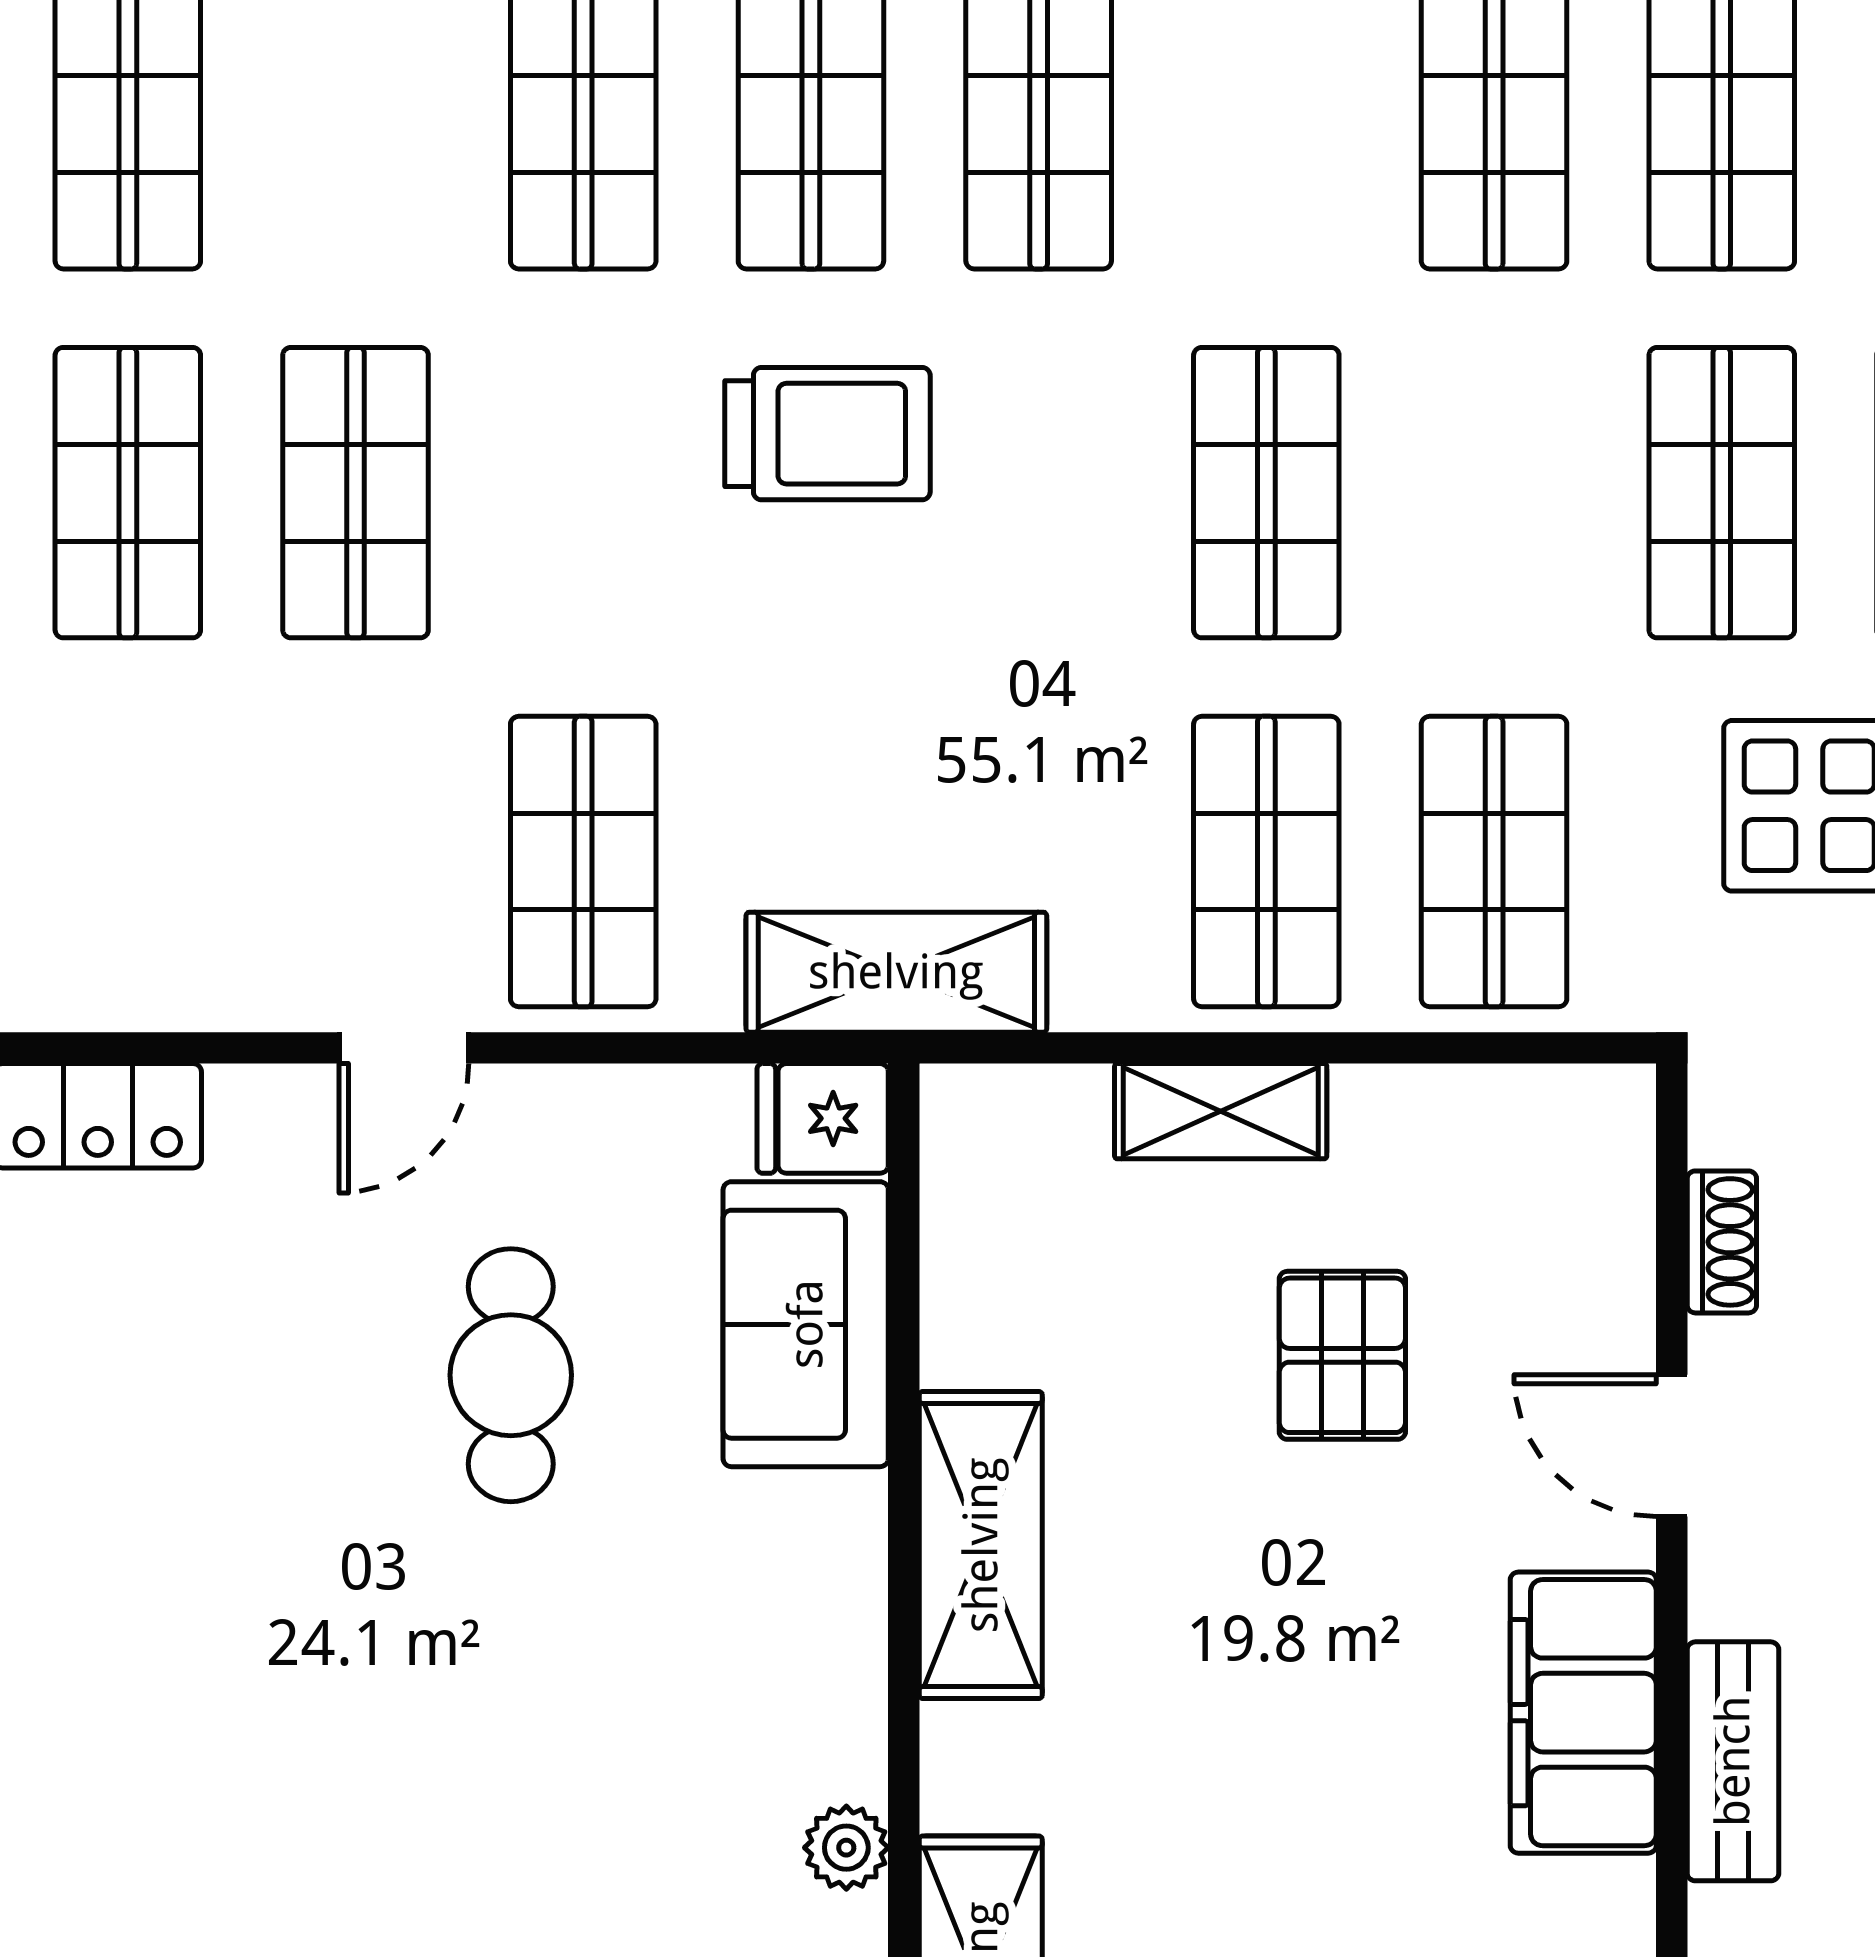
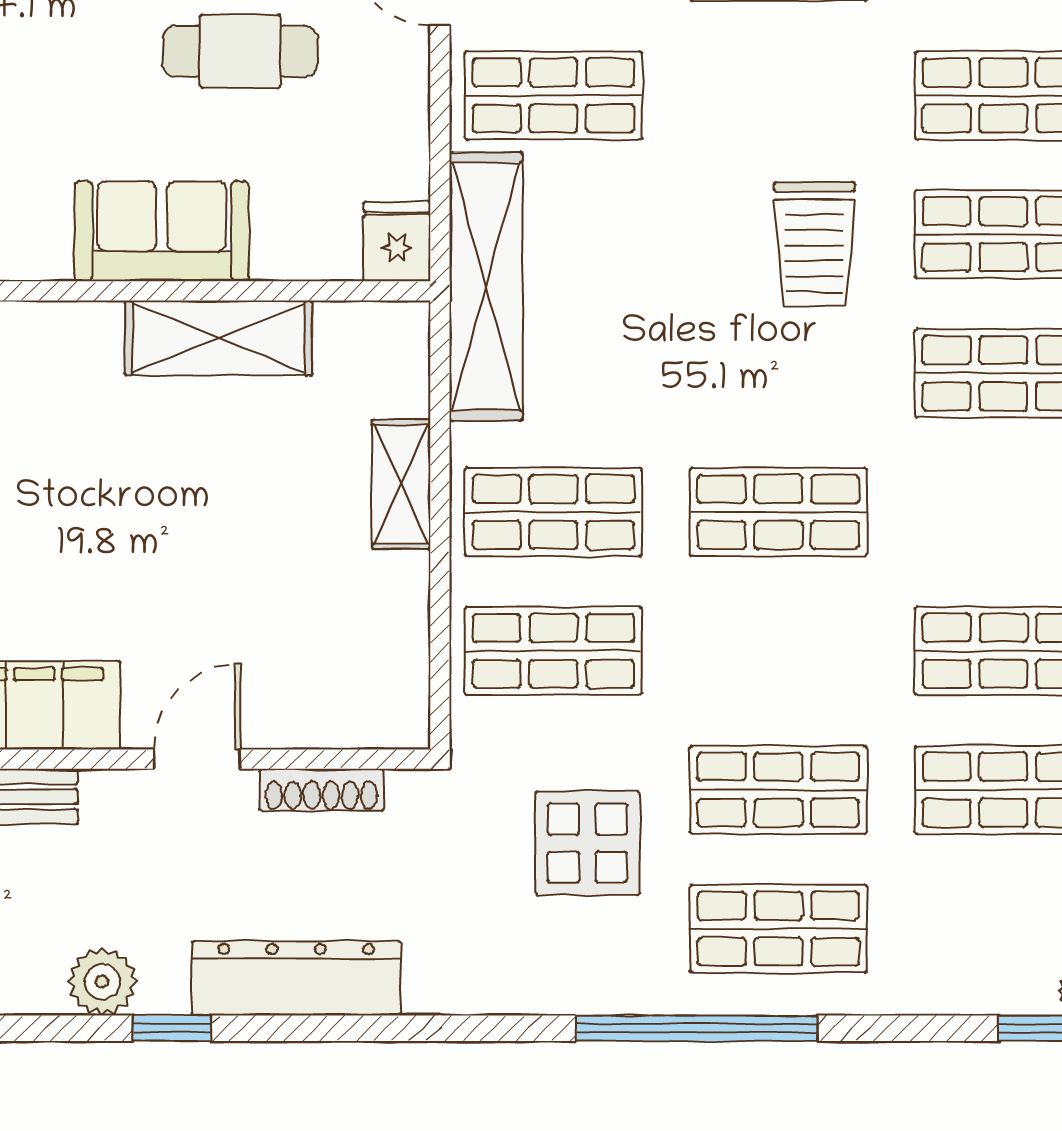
shelving: (896, 972) -> (486, 286), width x1.47
shoe rack: (1722, 1242) -> (321, 790), width x1.43
sofa: (806, 1324) -> (162, 231), moved
pallet: (1342, 1355) -> (252, 558), removed
shelving: (981, 1545) -> (219, 338), moved

